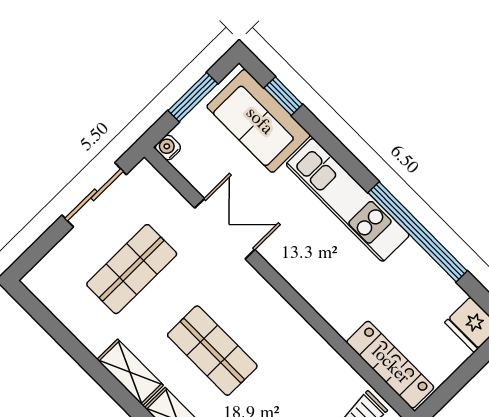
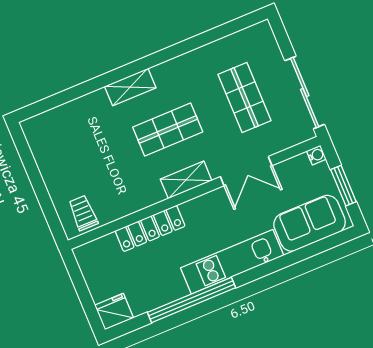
window: (283, 96) -> (319, 247), removed
sliding door: (94, 195) -> (305, 92), width x1.37
locker: (390, 365) -> (150, 228), moved
shelving: (130, 372) -> (186, 180), moved

